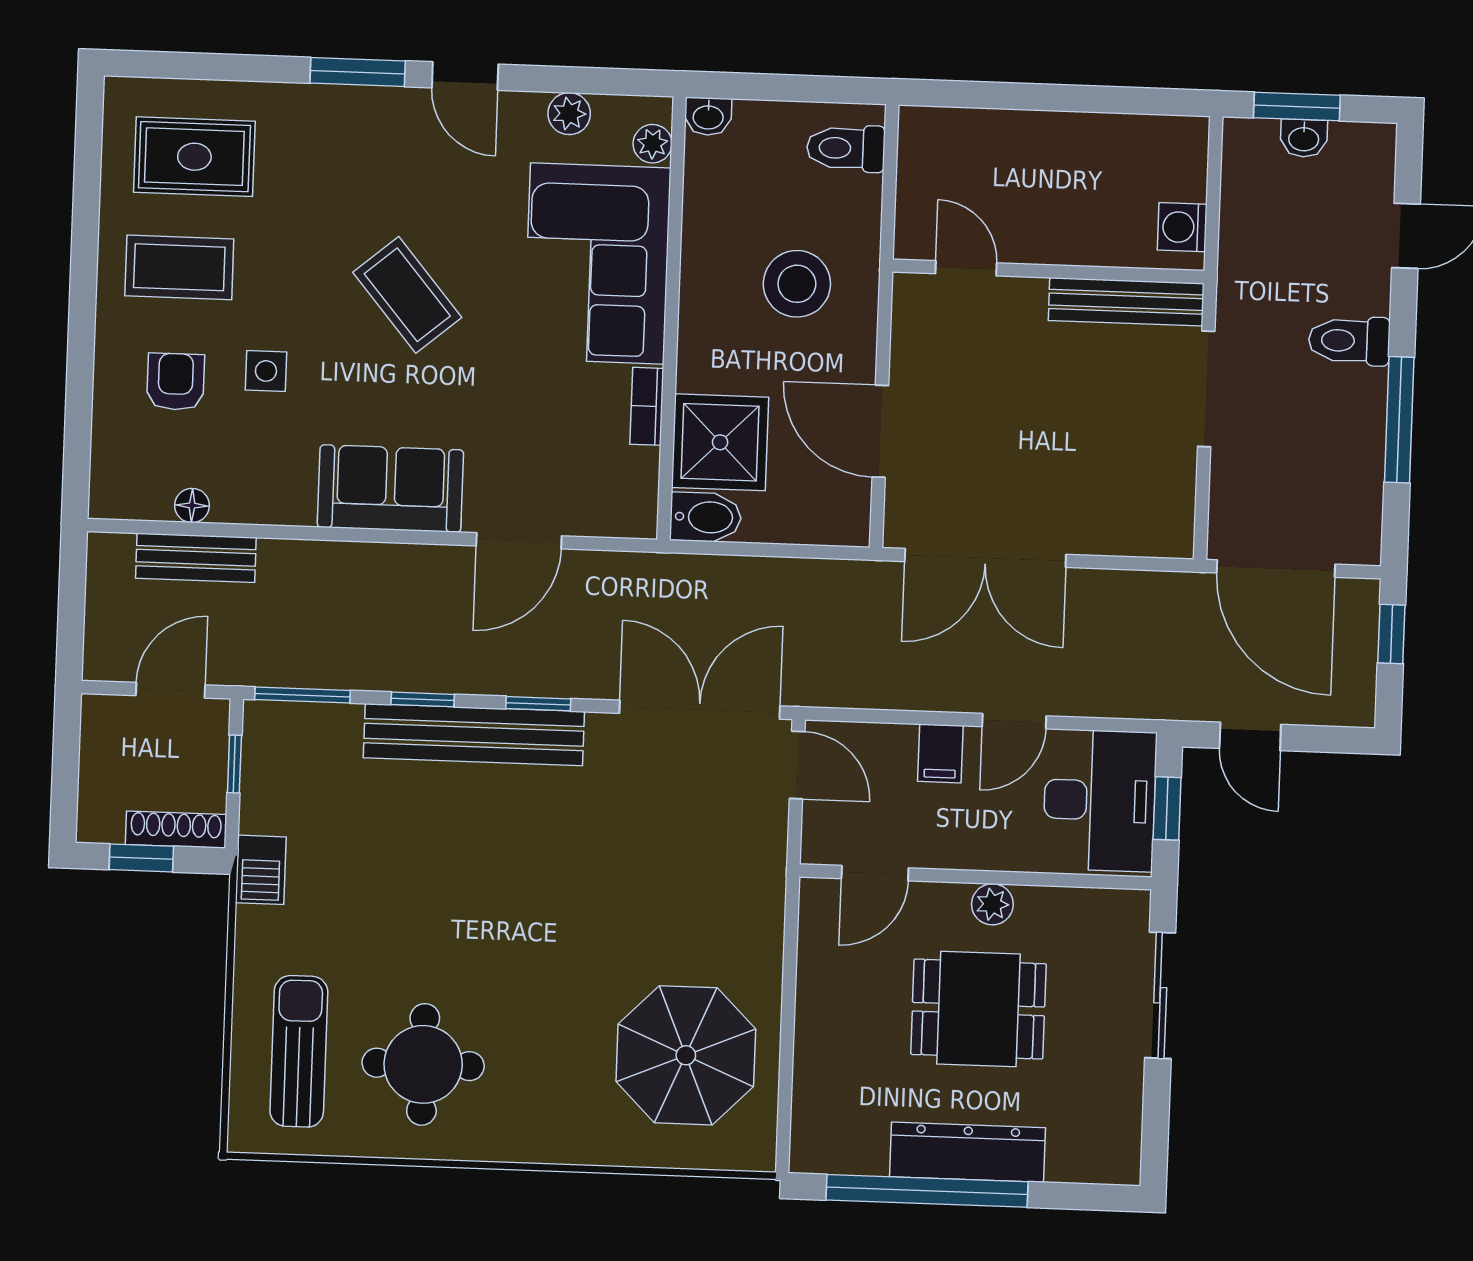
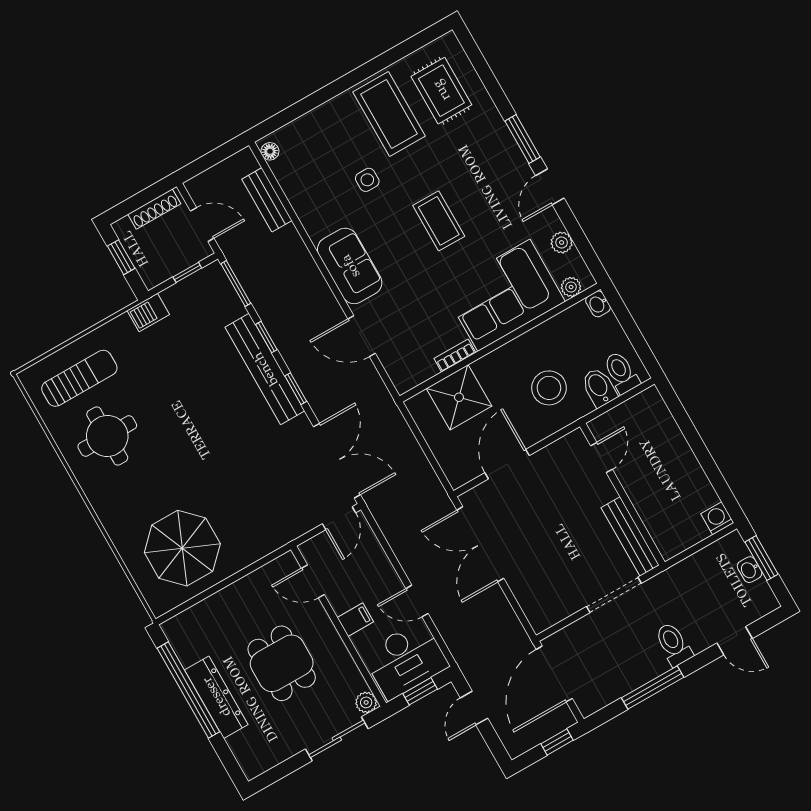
washing machine: (1182, 227) -> (717, 518), moved
coffee table: (179, 267) -> (389, 114), width x1.36, depth x1.32
coffee table: (407, 295) -> (439, 221), turned -50
armchair: (176, 382) -> (338, 143), removed
floor lamp: (192, 505) -> (270, 151), moved
bidet: (706, 517) -> (599, 387), moved, turned 180
filing cabinet: (940, 753) -> (355, 620), moved, turned 180
shoe rack: (176, 830) -> (154, 209), moved, turned 90
plant: (992, 904) -> (366, 702), moved

